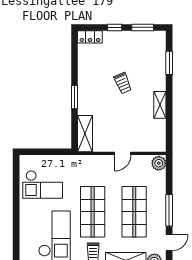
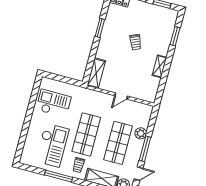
window: (74, 97) -> (100, 28), moved
plant: (159, 163) -> (141, 133), moved
checkout: (43, 184) -> (54, 103), turned 180

